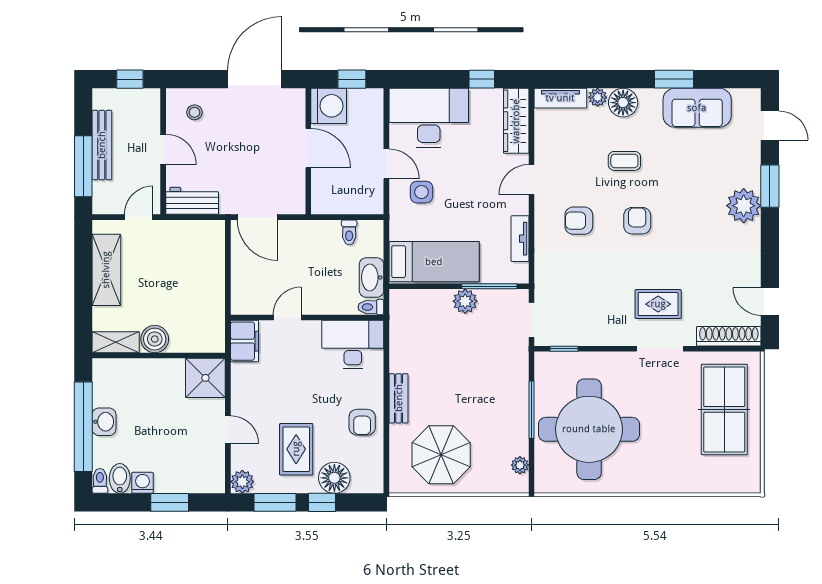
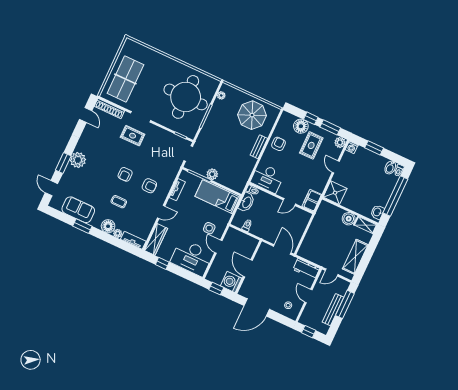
washbasin: (104, 422) -> (377, 212), moved
washing machine: (143, 483) -> (352, 147), moved

